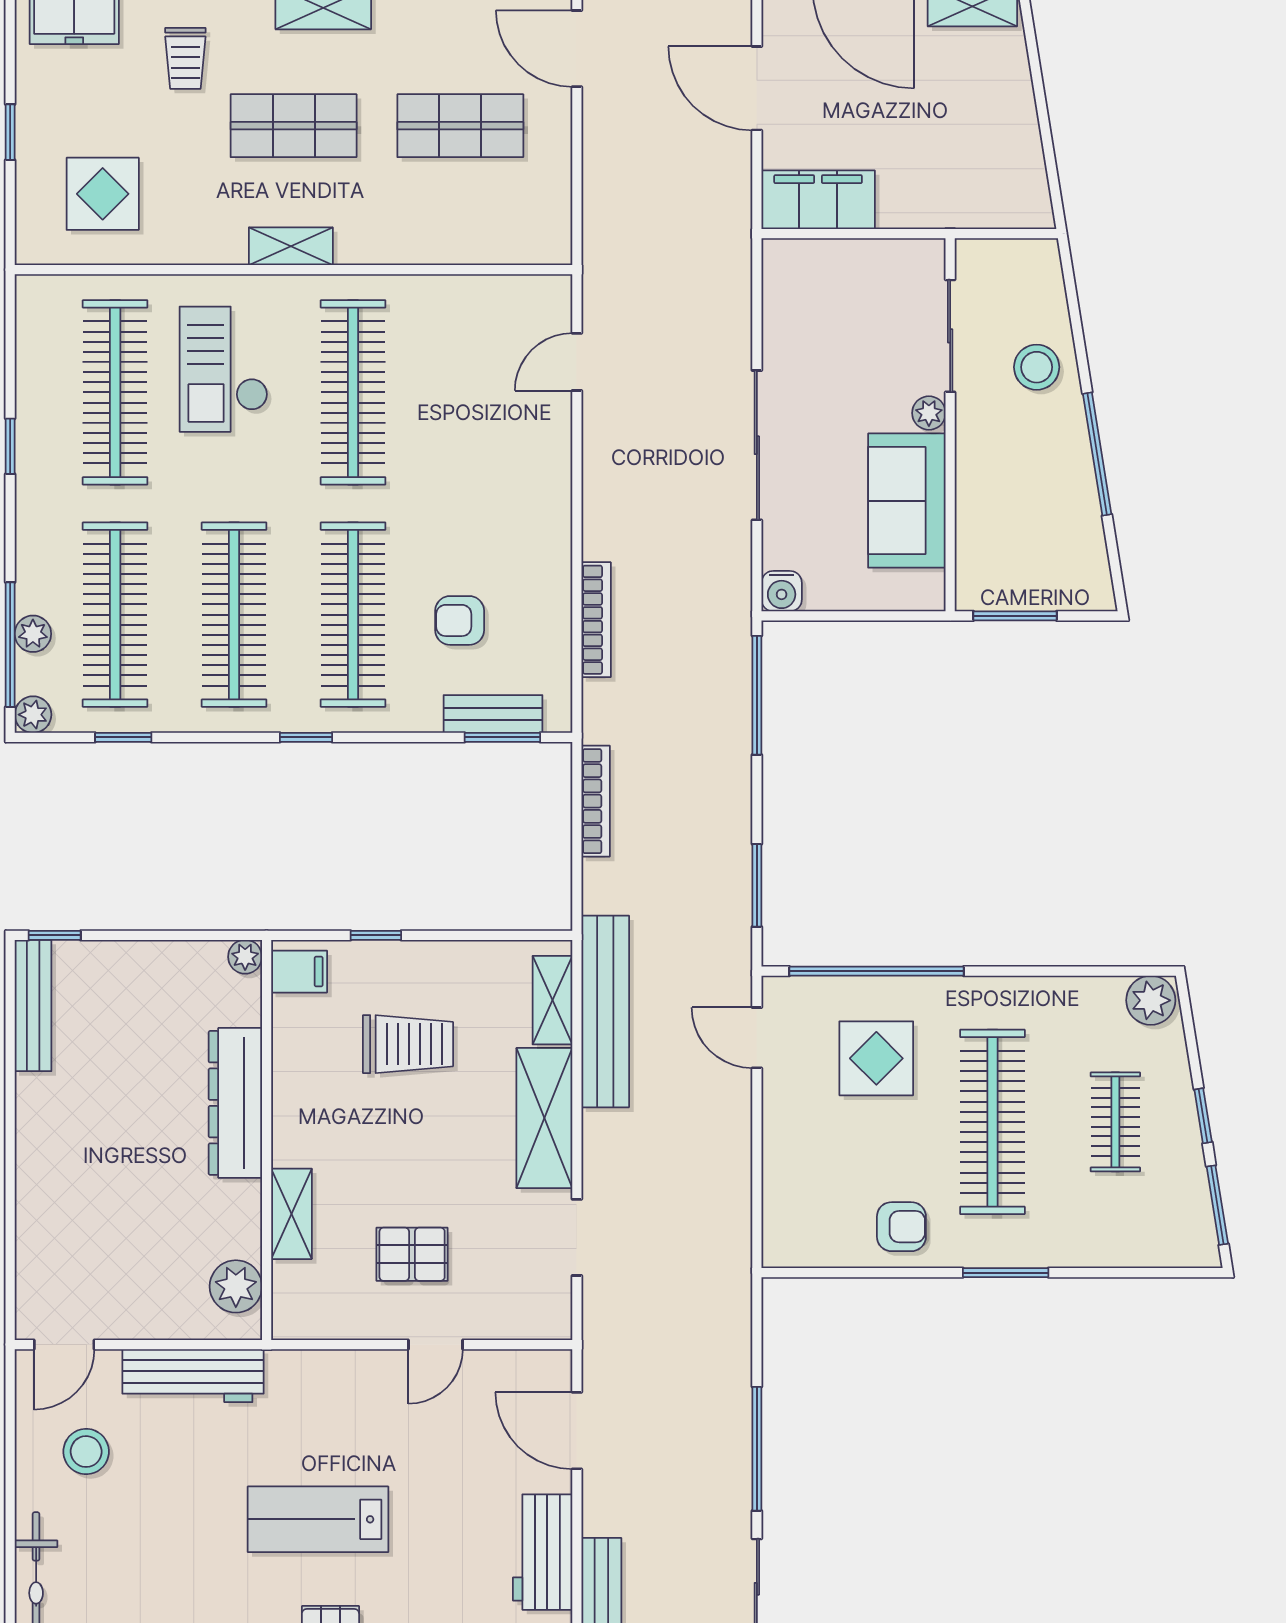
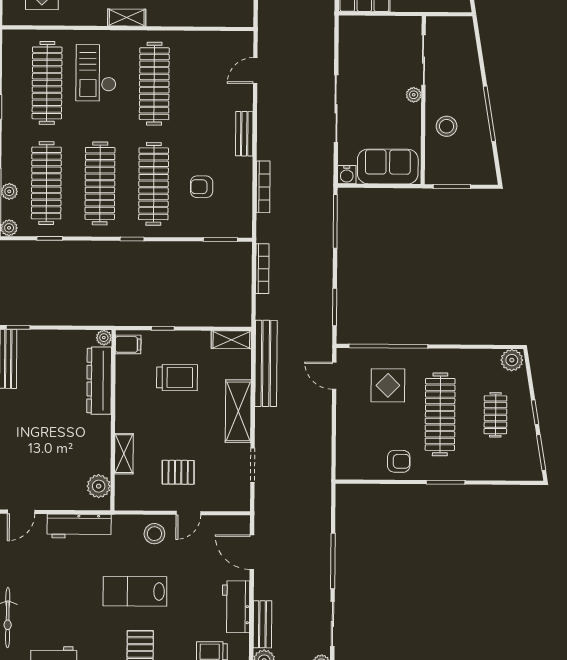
stool: (1037, 367) -> (447, 126), moved
sofa: (907, 501) -> (388, 167), moved, turned 90
bench: (493, 714) -> (244, 134), moved, turned 90
shelving: (552, 1000) -> (231, 340), moved, turned 90
dresser: (235, 1103) -> (99, 381), moved
stool: (86, 1452) -> (154, 534), moved

